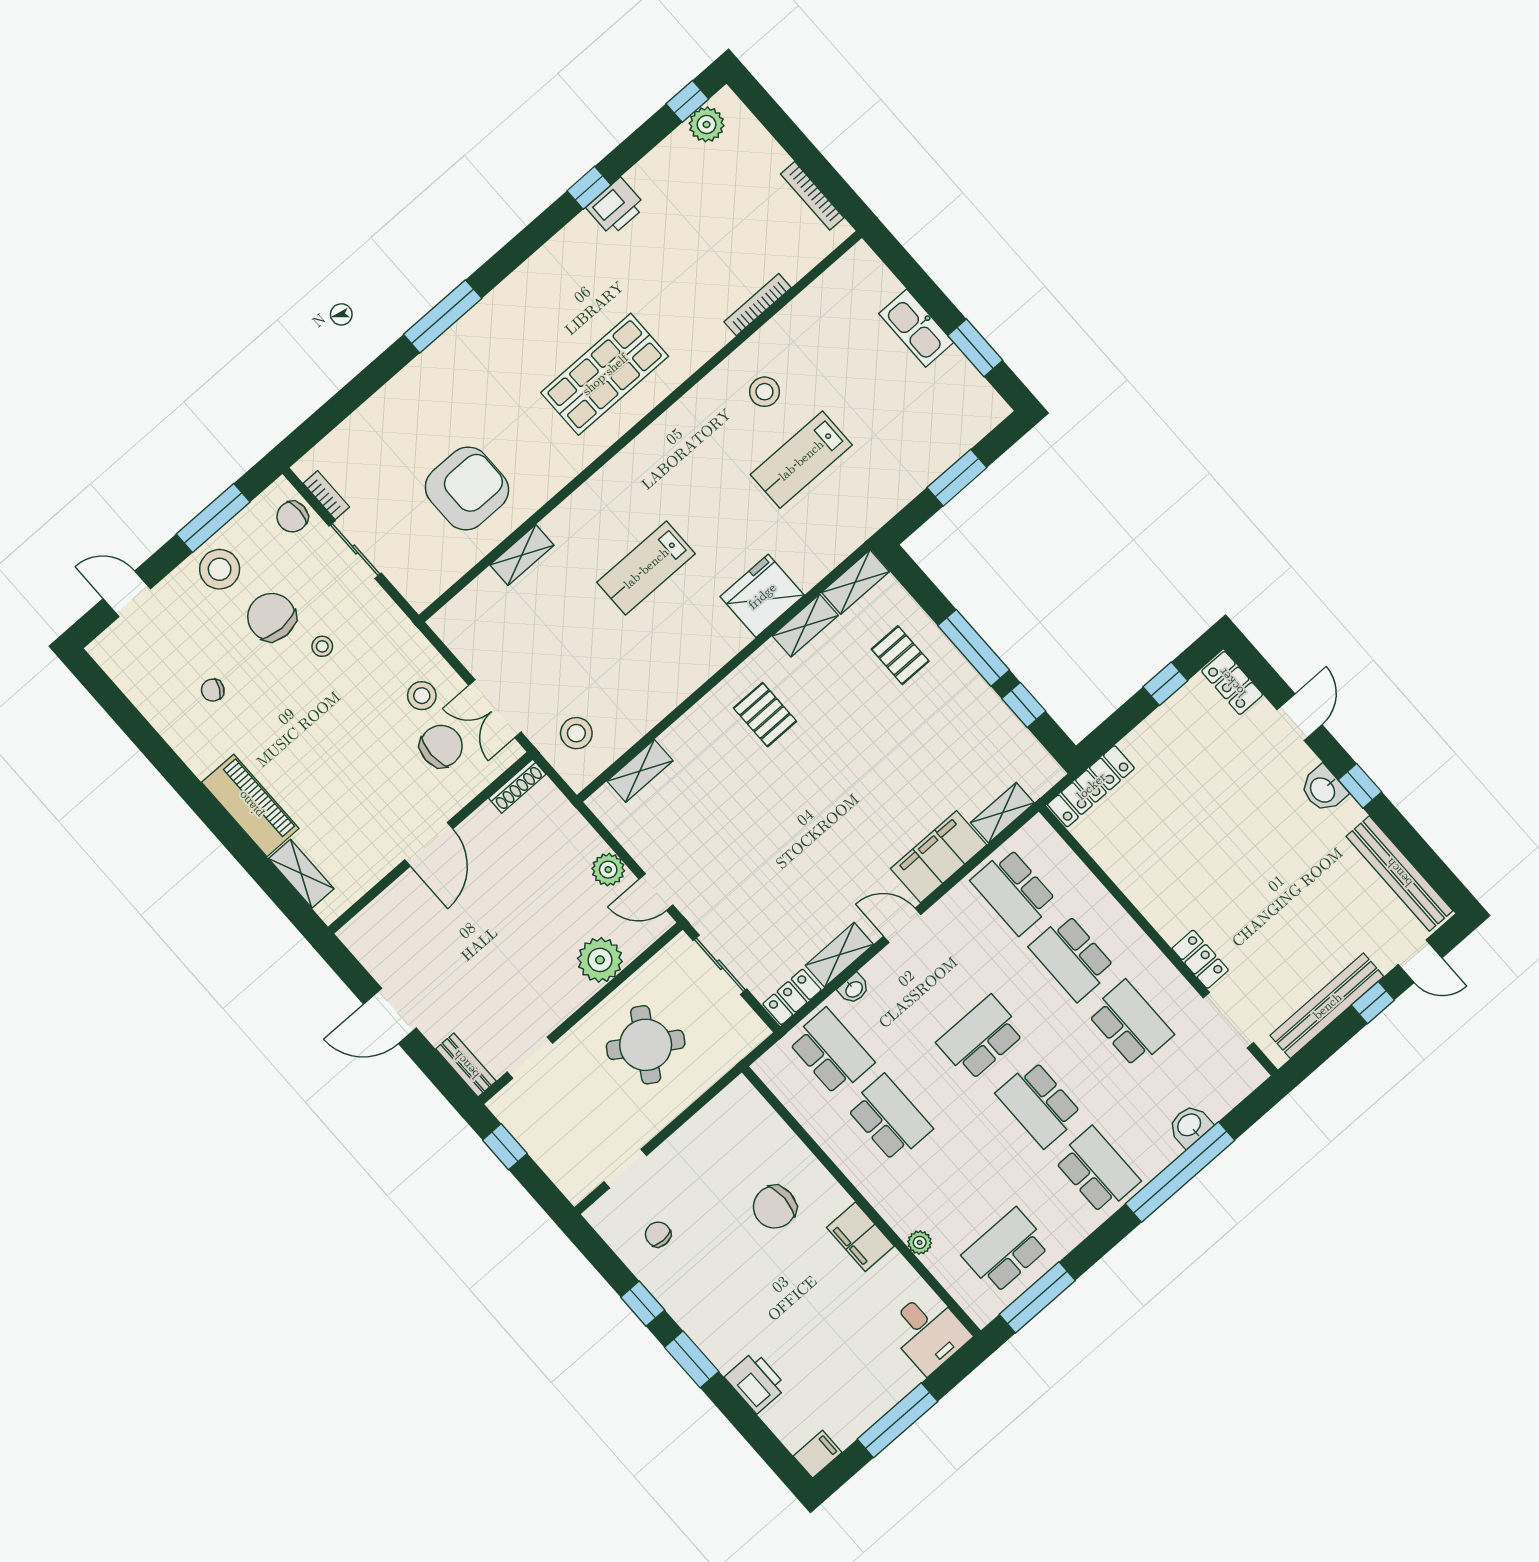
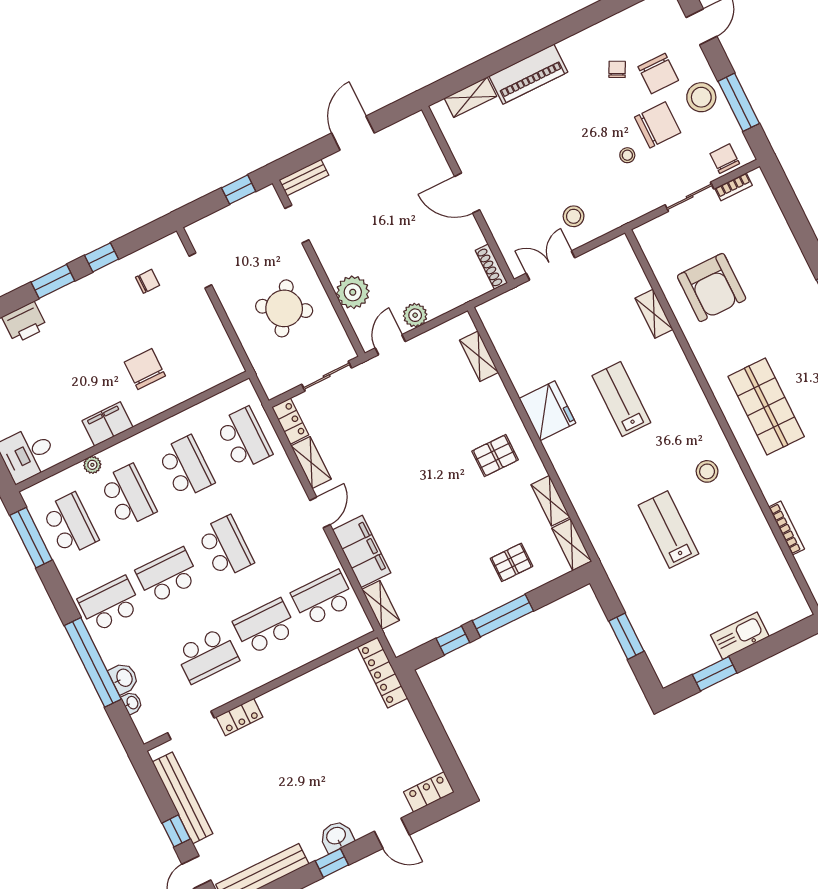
stool: (764, 392) -> (707, 471), moved
fridge: (762, 596) -> (547, 411), moved
window: (1165, 684) -> (441, 745), removed
stool: (576, 733) -> (518, 318), removed
chair: (441, 746) -> (658, 74), moved
washbasin: (854, 989) -> (132, 703), moved, turned 180
school desk: (831, 1052) -> (244, 438), turned -90
school desk: (889, 1118) -> (186, 467), turned -90
school desk: (1097, 1170) -> (110, 604), turned 180
school desk: (948, 1184) -> (128, 496), added

